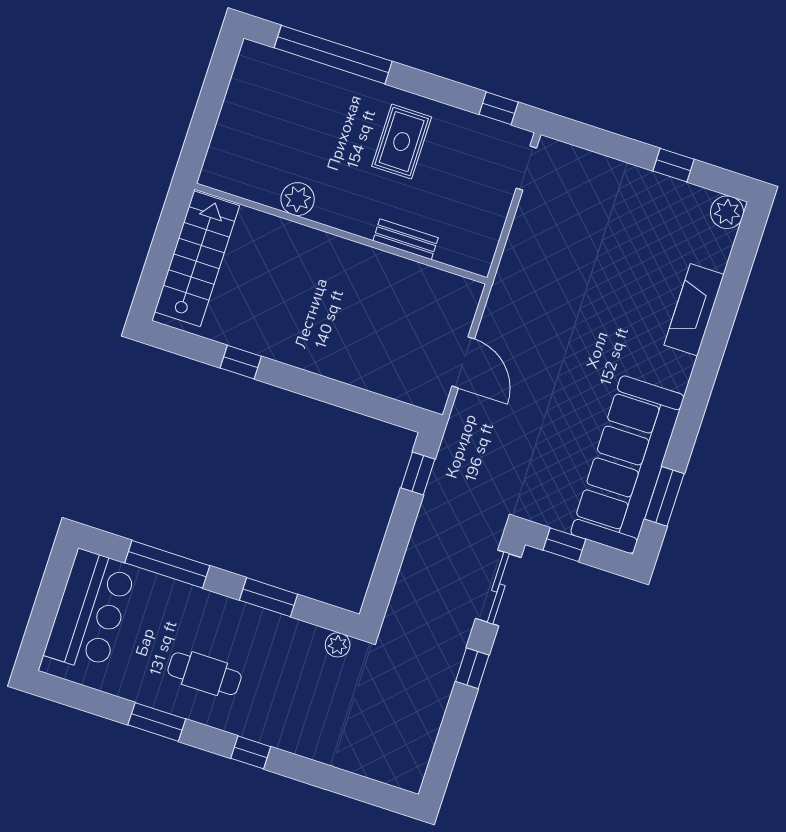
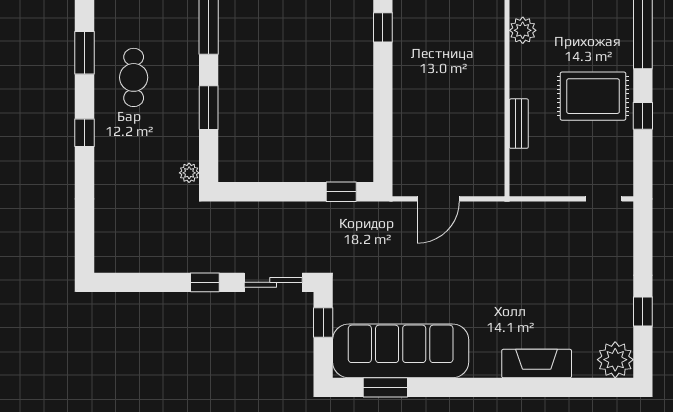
window: (499, 108) -> (643, 116), moved
rug: (402, 142) -> (593, 96), width x1.36, depth x1.43
plant: (727, 212) -> (615, 360), width x1.36, depth x1.36

